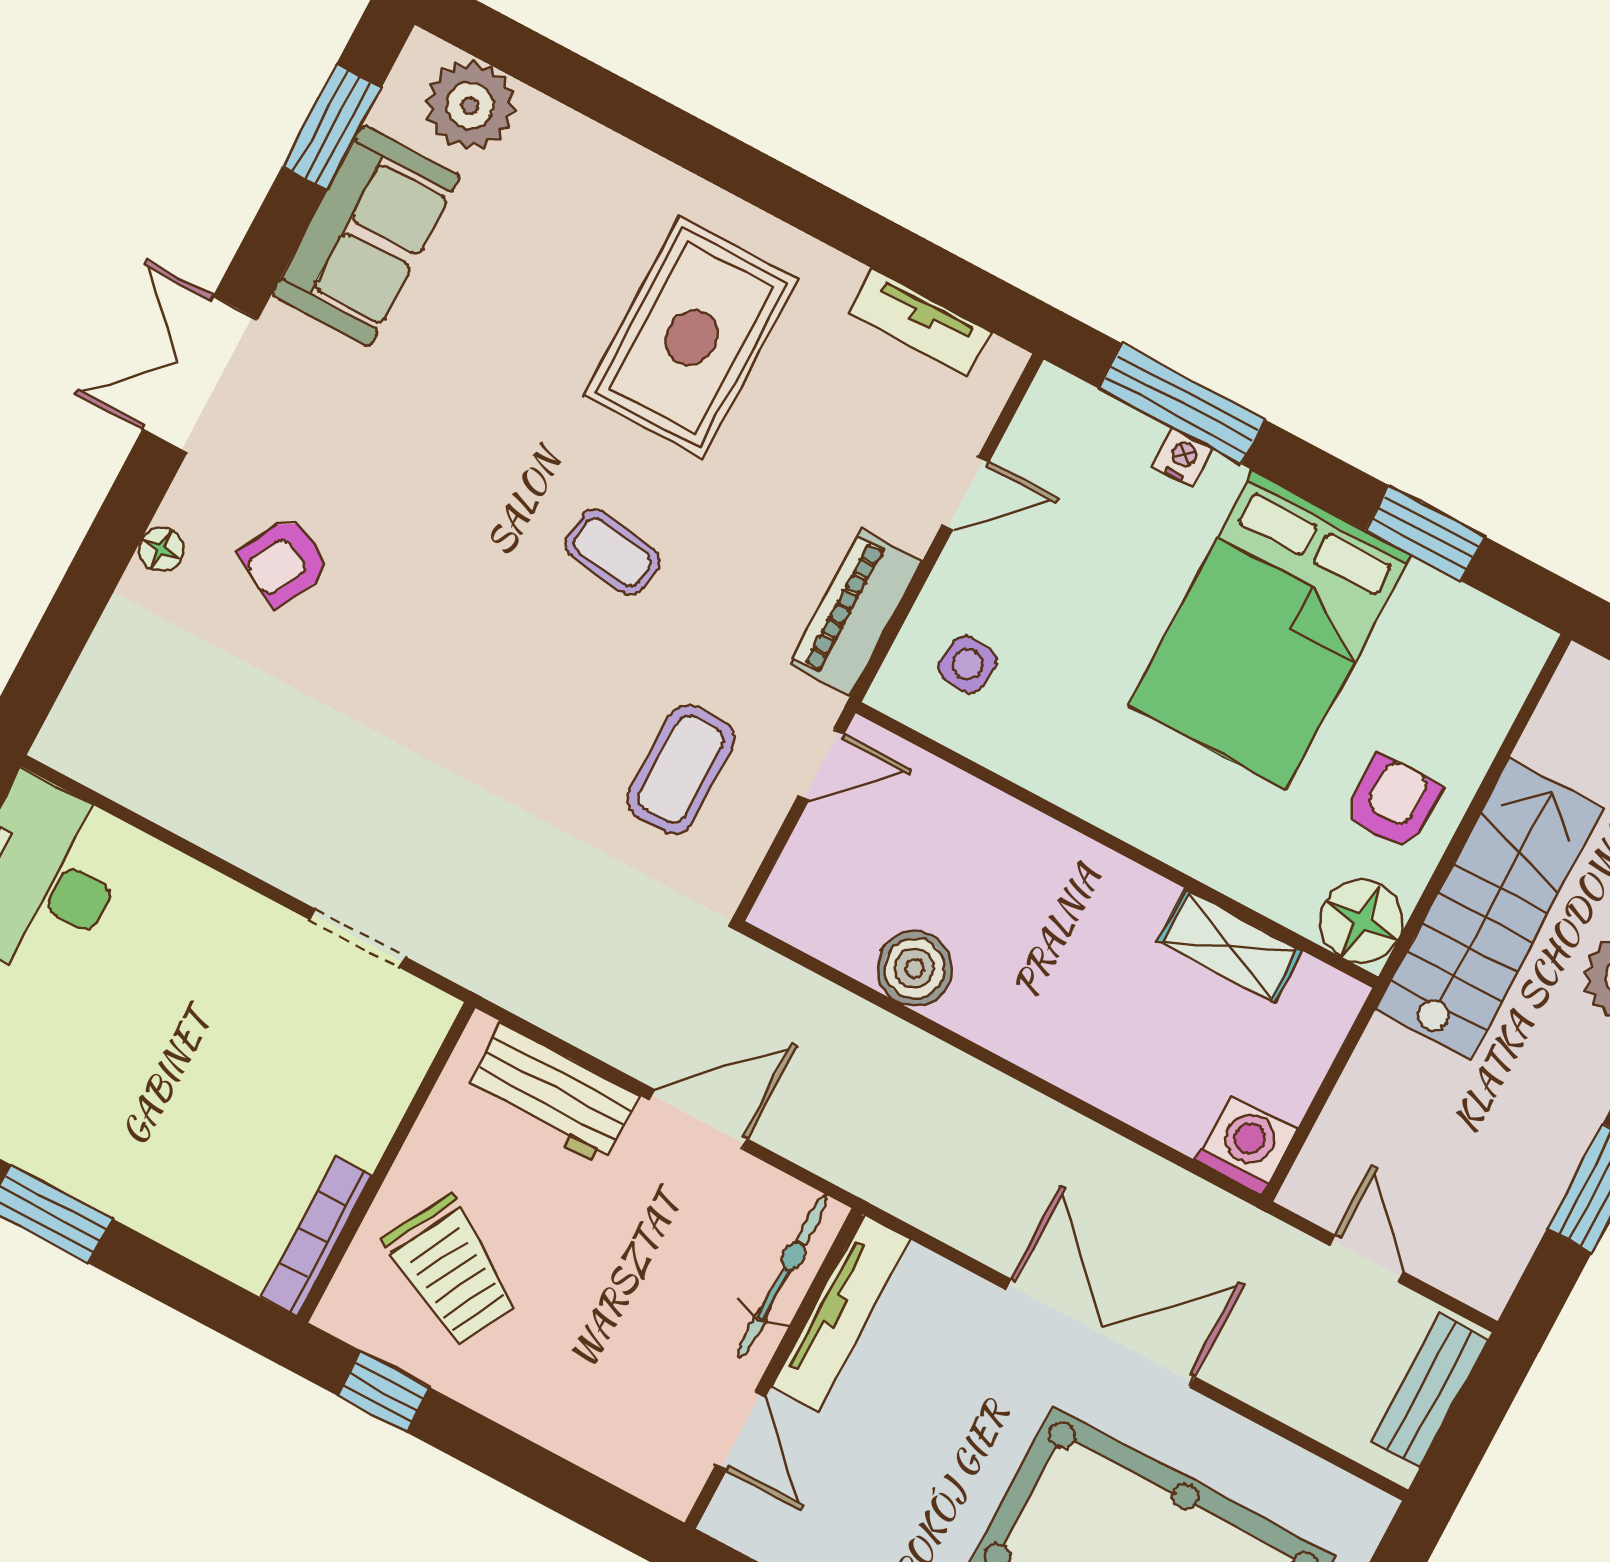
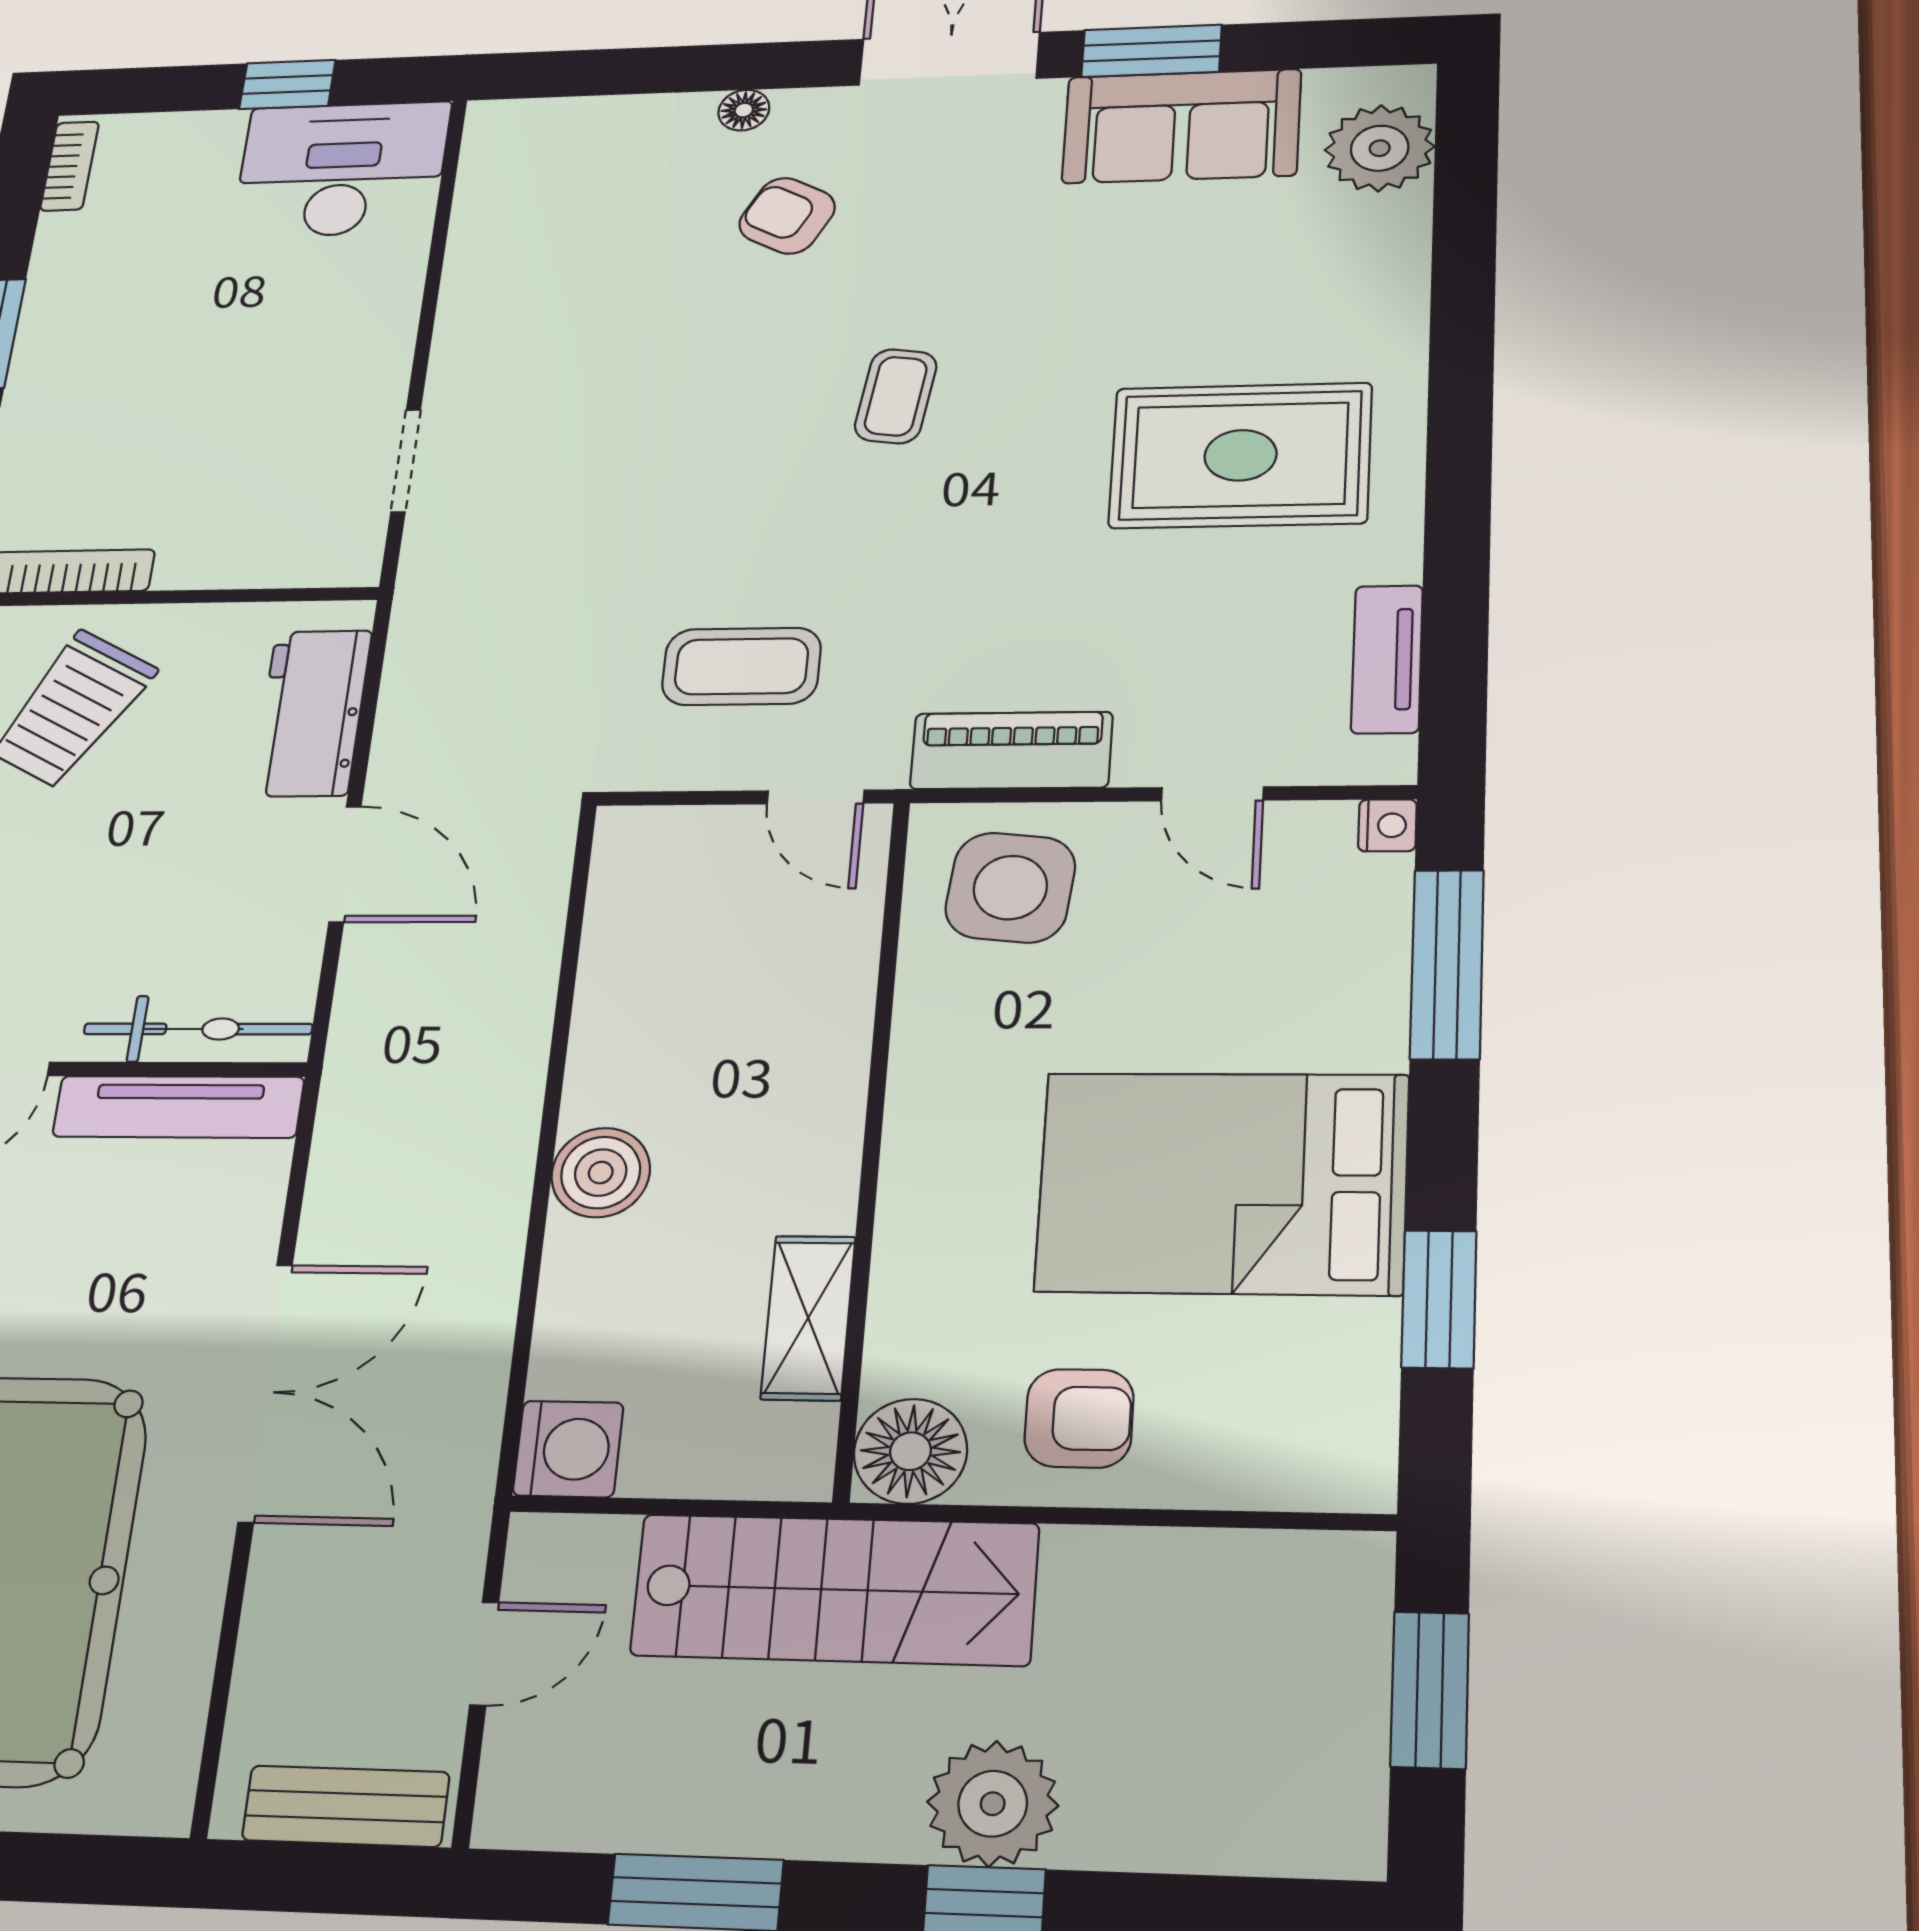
window: (331, 127) -> (1151, 51), moved
nightstand: (1183, 458) -> (1387, 825), moved
coffee table: (613, 552) -> (896, 396), moved
side table: (968, 664) -> (1010, 888), width x1.87, depth x1.87
stairs: (1490, 909) -> (834, 1589), moved
boiler: (914, 968) -> (601, 1173), moved

